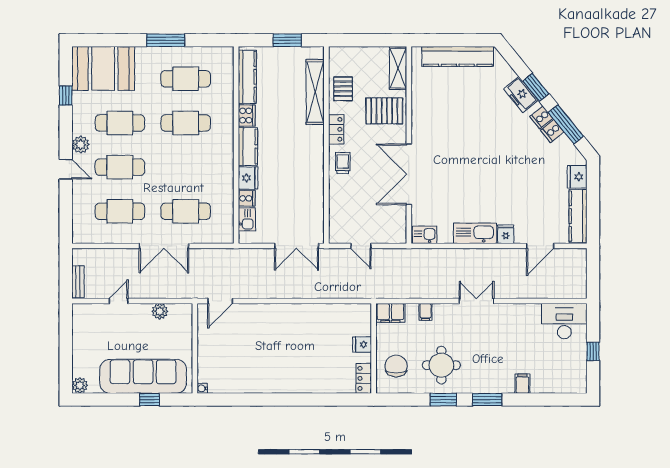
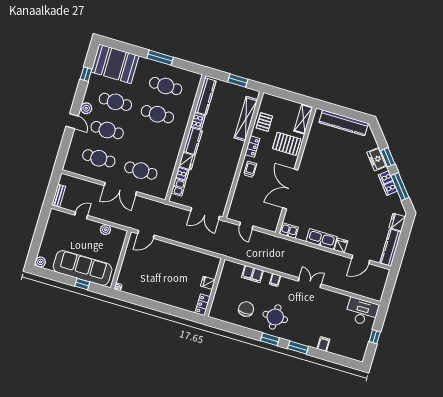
fridge: (362, 344) -> (208, 283), moved
wall: (374, 348) -> (215, 287), moved
locker: (364, 378) -> (203, 305), moved

